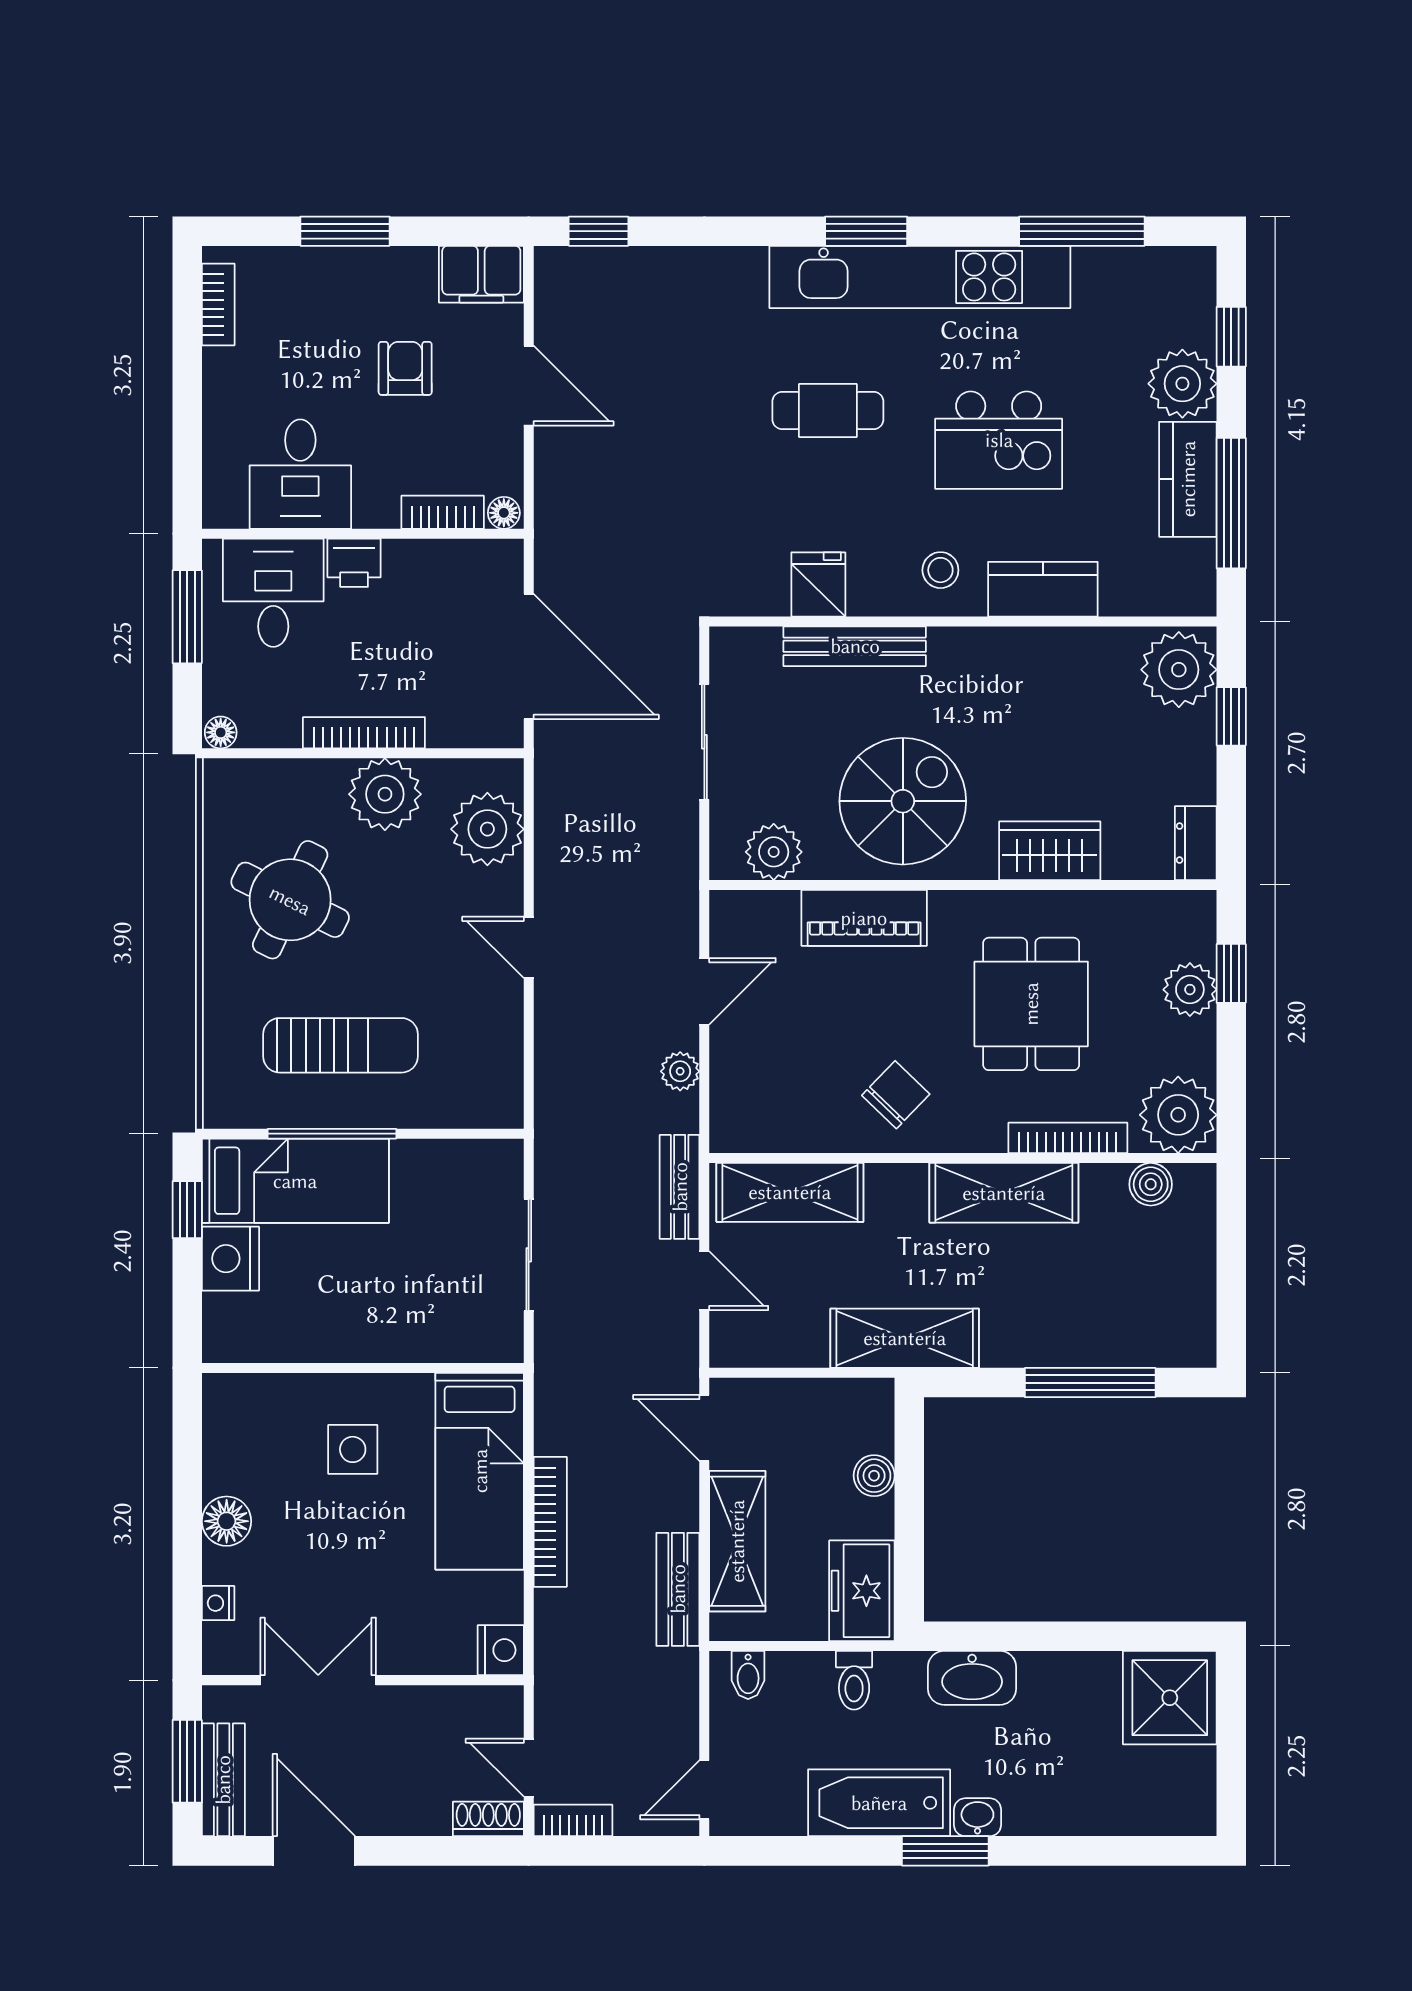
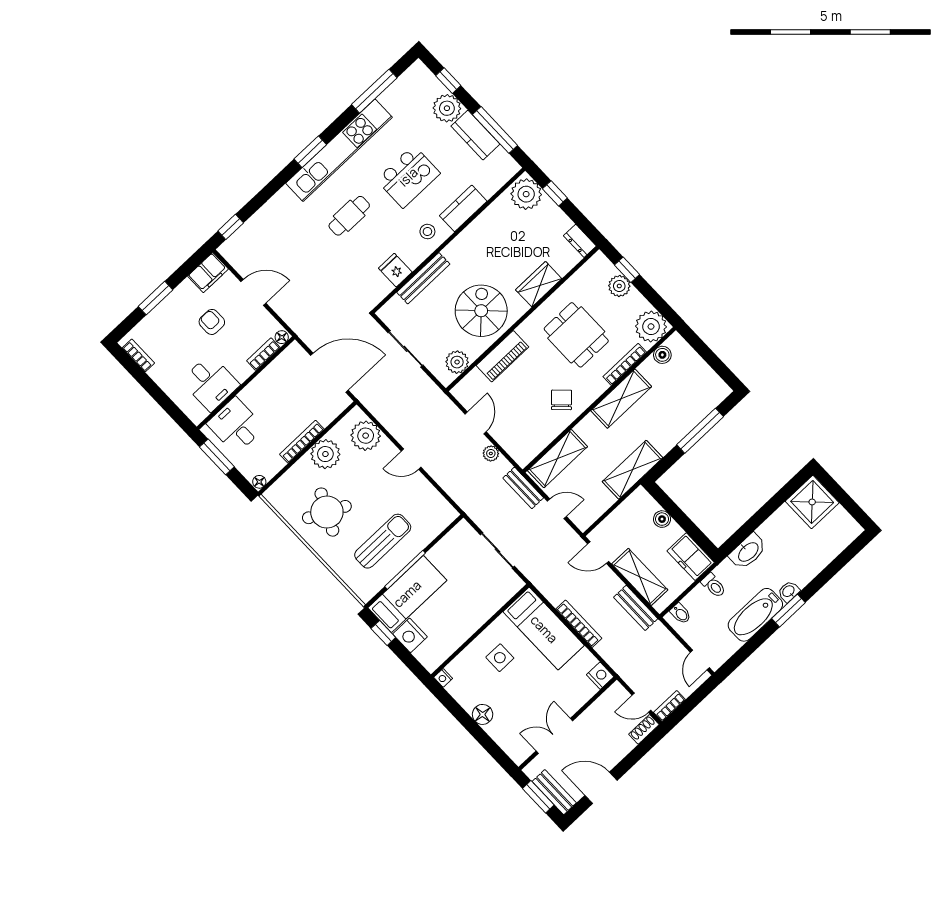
printer: (354, 563) -> (251, 394), removed
nightstand: (218, 1603) -> (443, 678), moved

